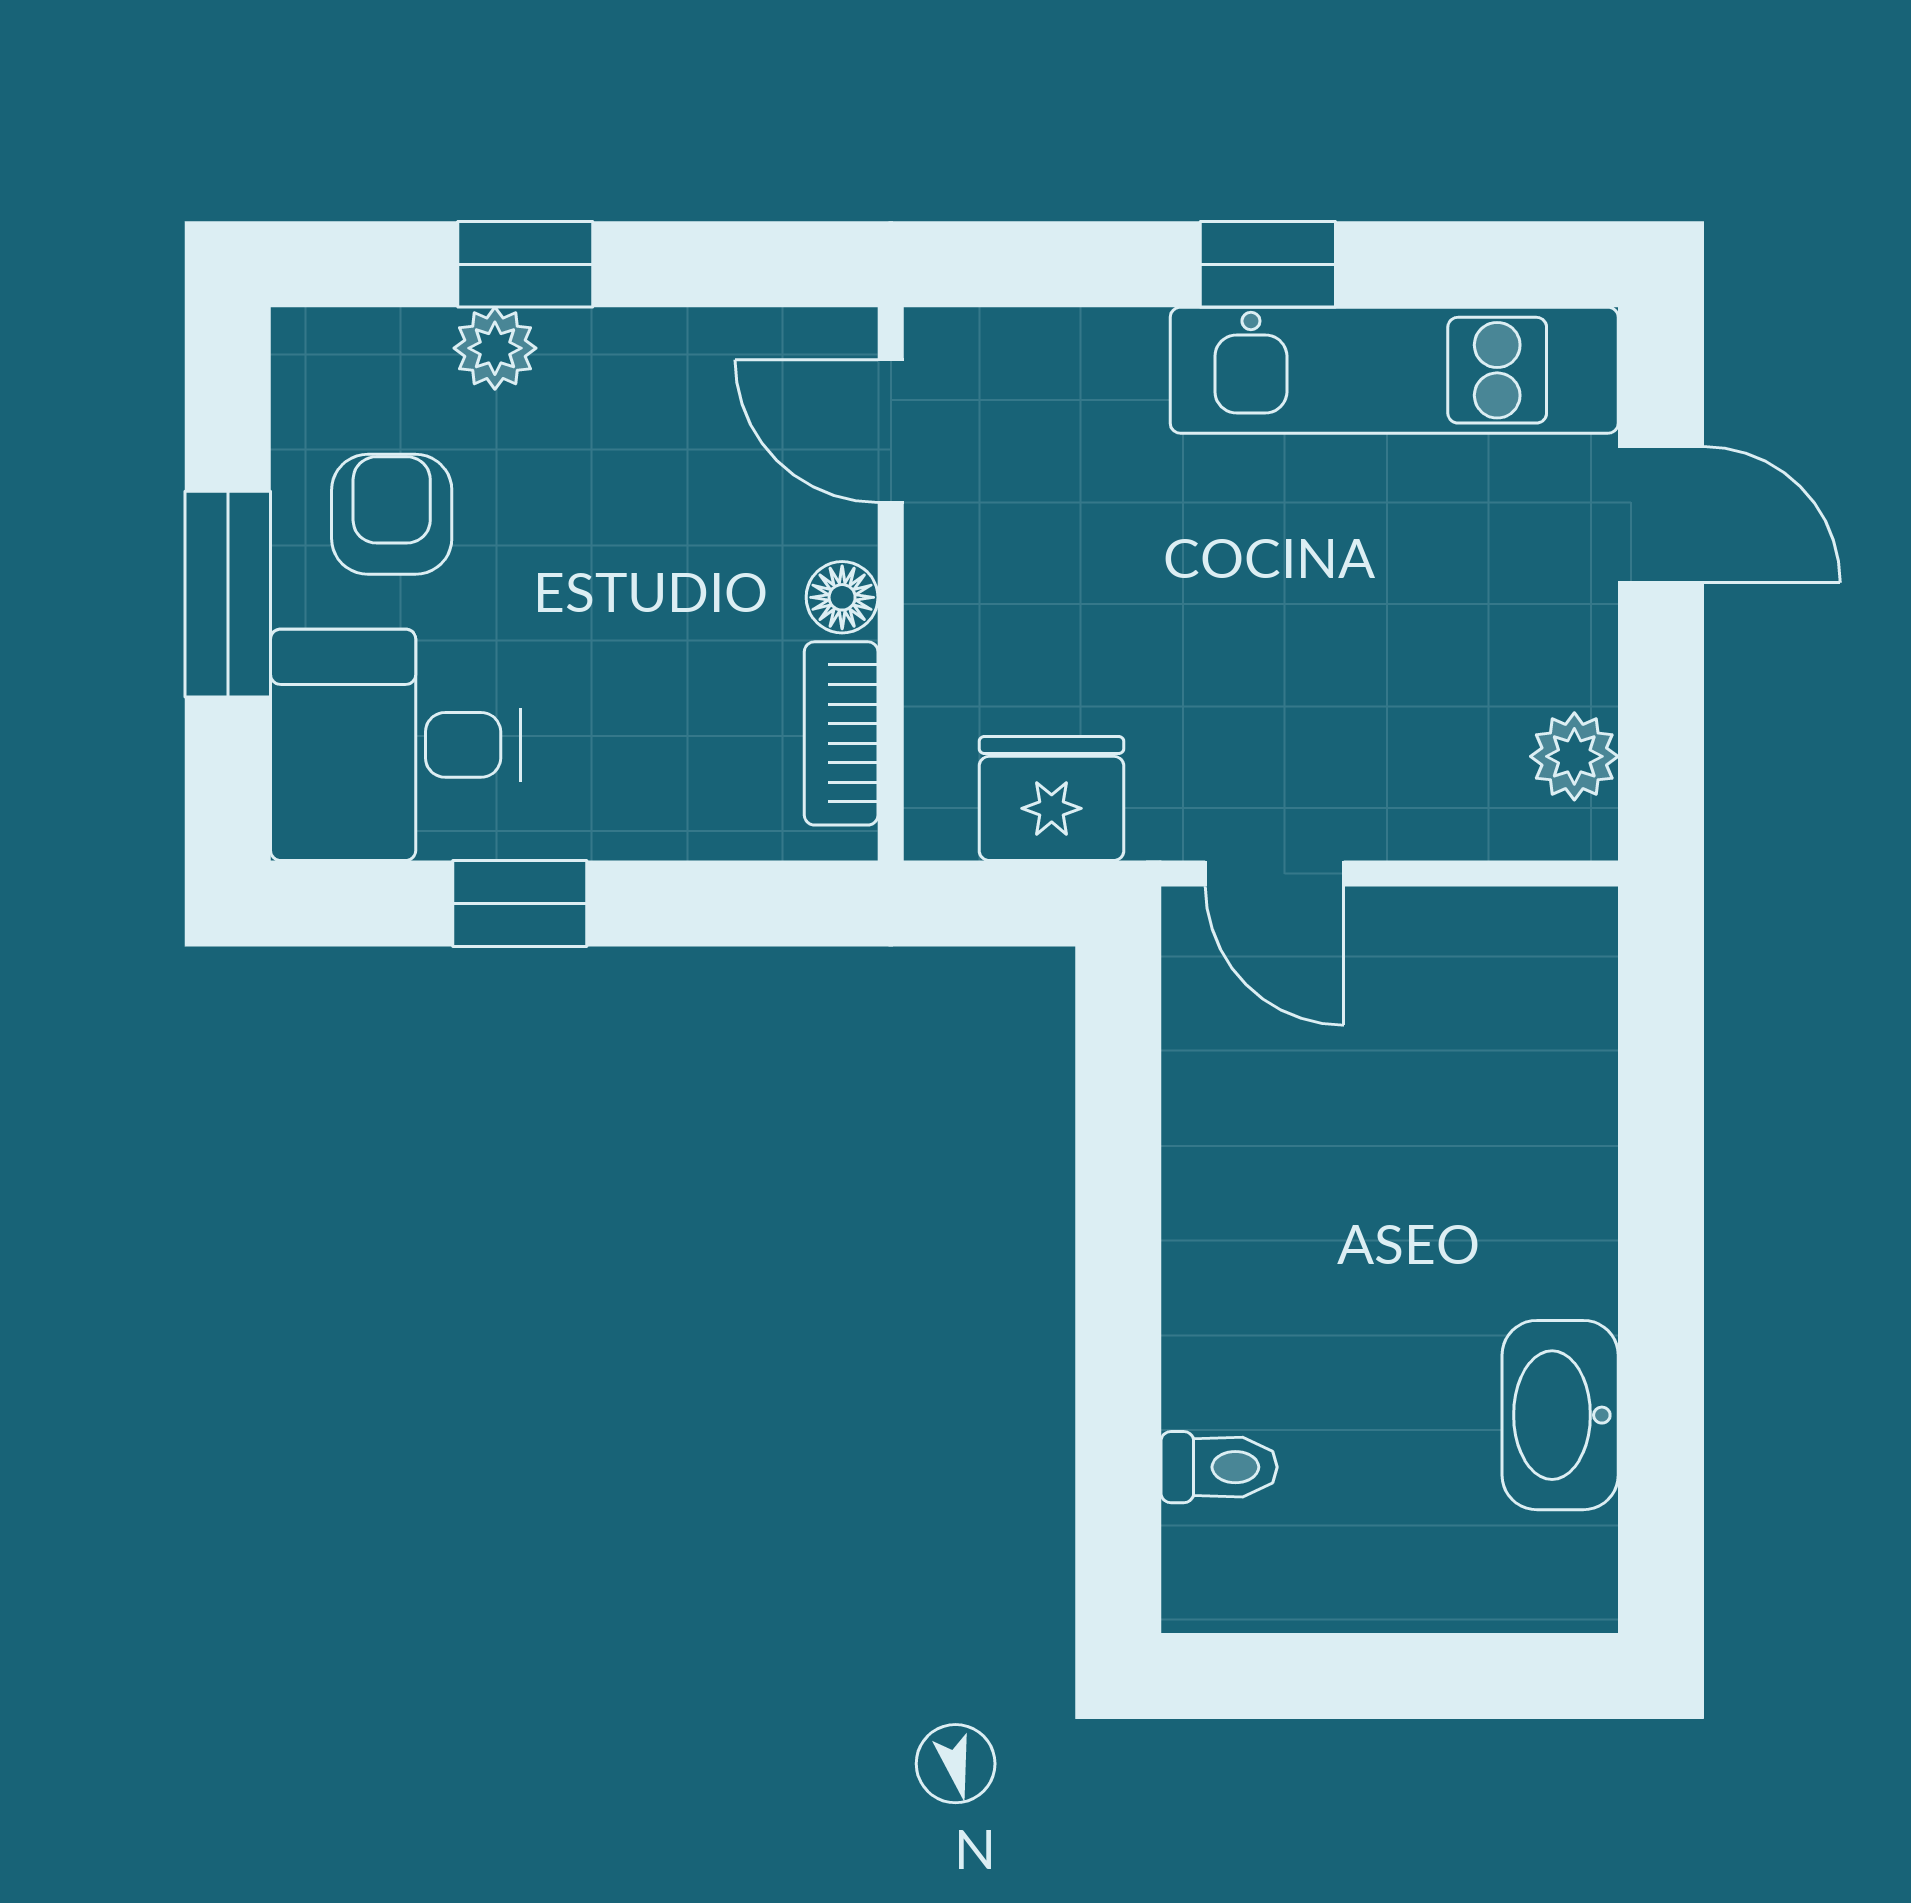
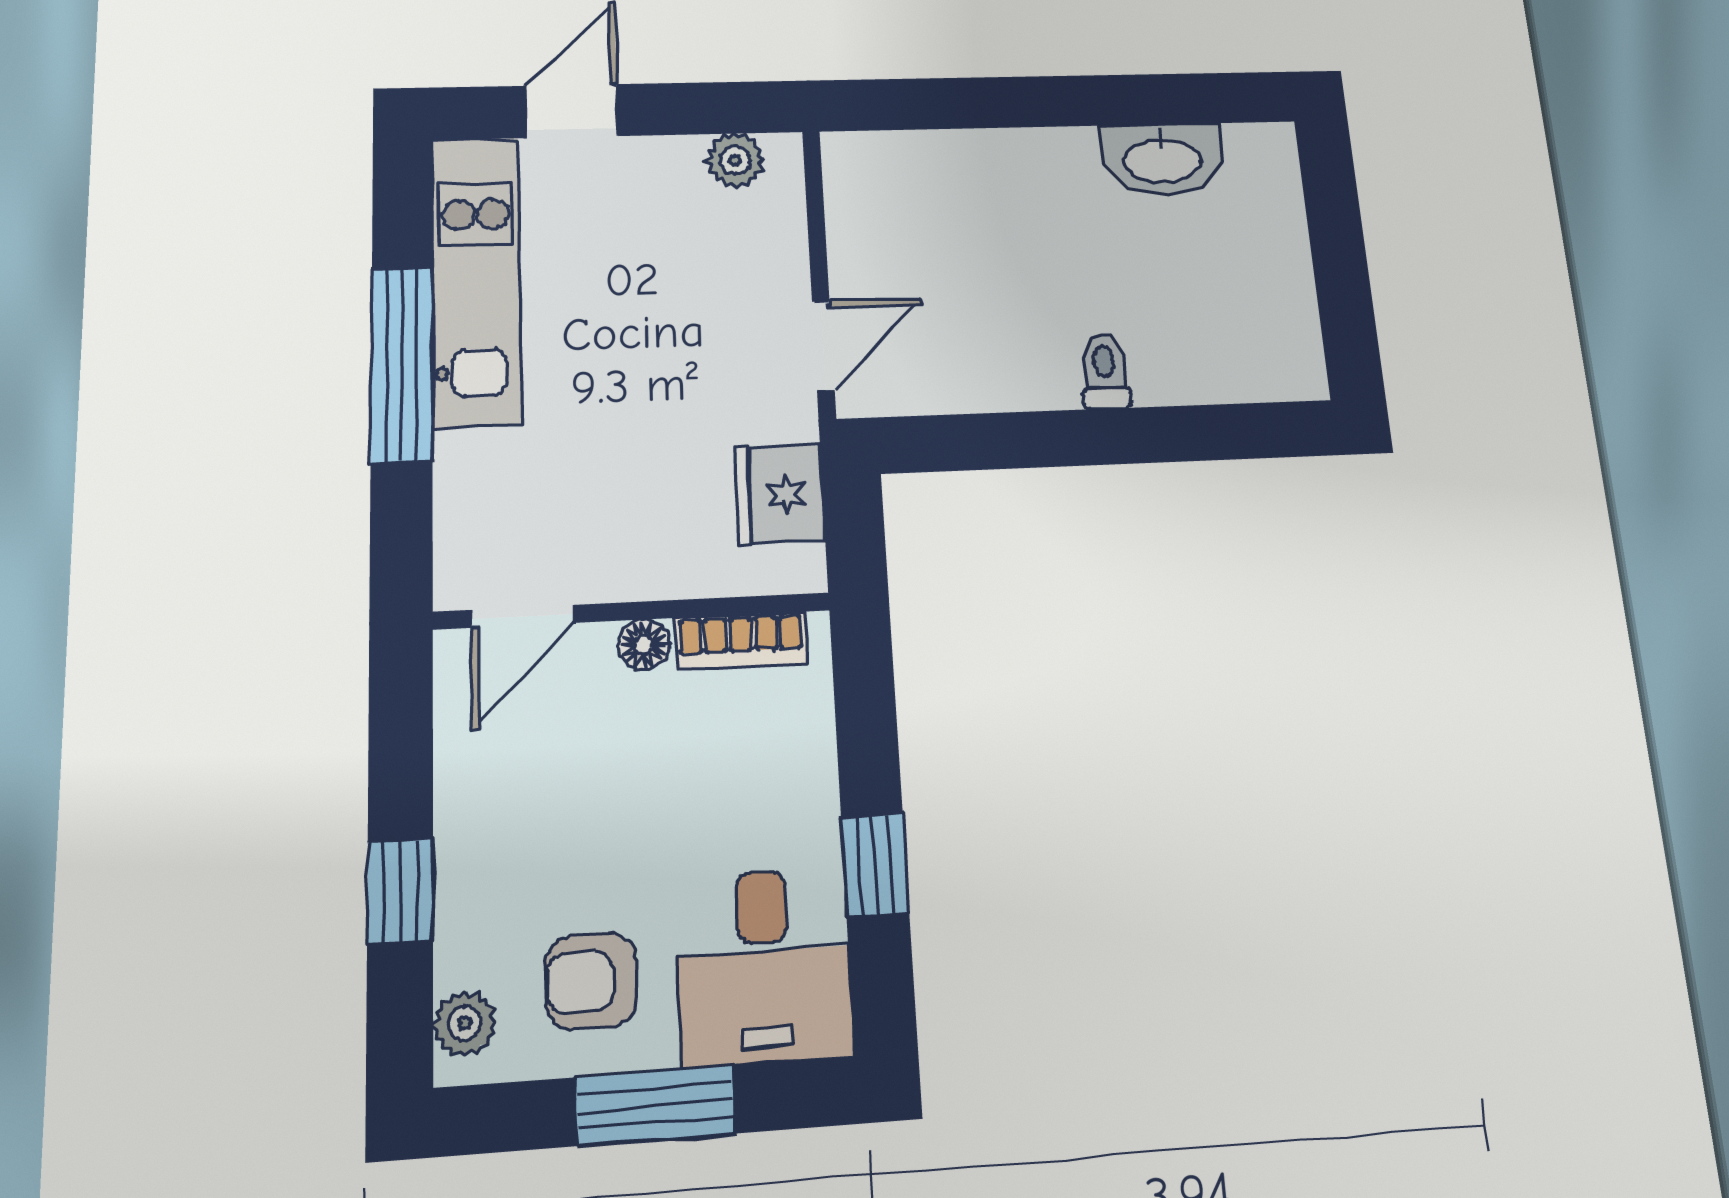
window: (1268, 264) -> (402, 364), width x2.17
plant: (495, 348) -> (465, 1023), moved
toilet: (1219, 1467) -> (1105, 371), moved

